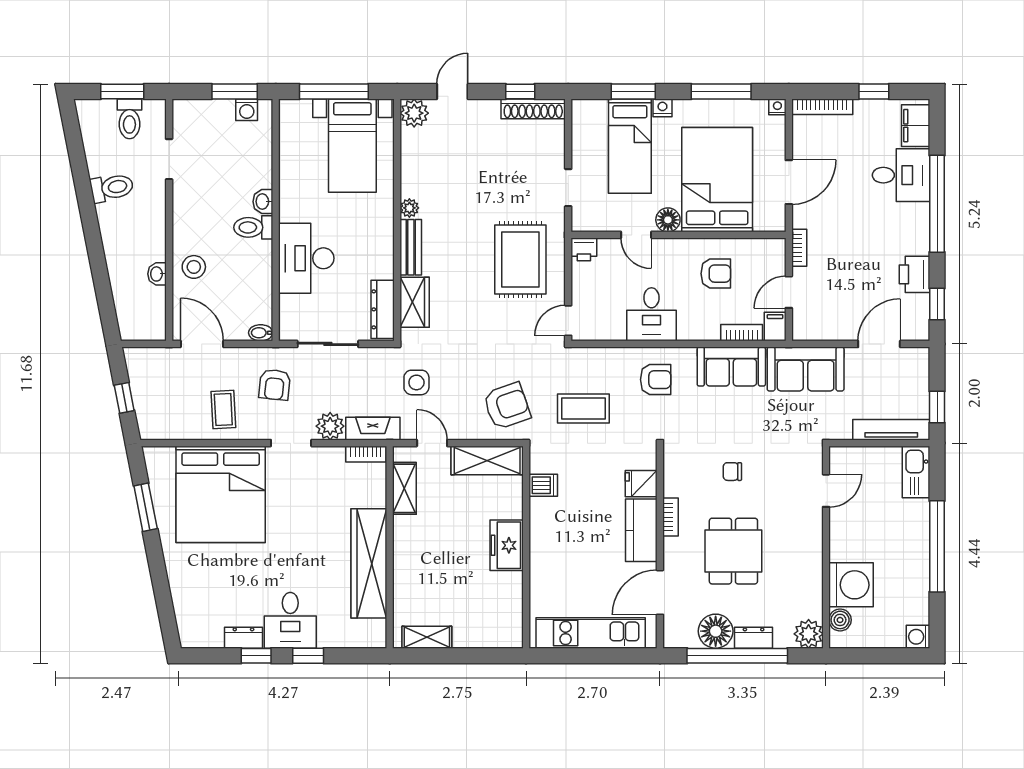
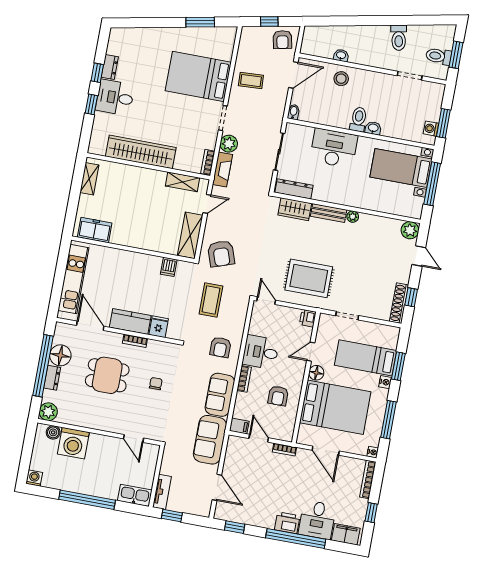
bed with nightstands: (352, 146) -> (401, 168), moved
printer: (915, 274) -> (287, 523), moved
bookcase: (742, 333) -> (244, 379), moved
side table: (416, 382) -> (246, 201), removed
armchair: (275, 385) -> (282, 40), moved, turned -108
tv unit: (891, 430) -> (162, 492), width x0.71
bed: (221, 494) -> (198, 77), width x0.73
freezer: (507, 545) -> (95, 230), moved

